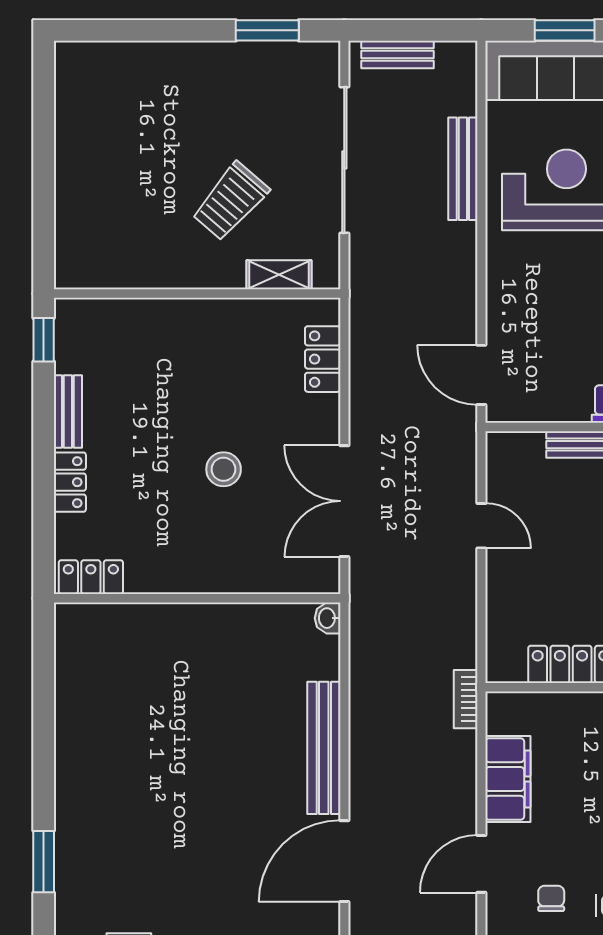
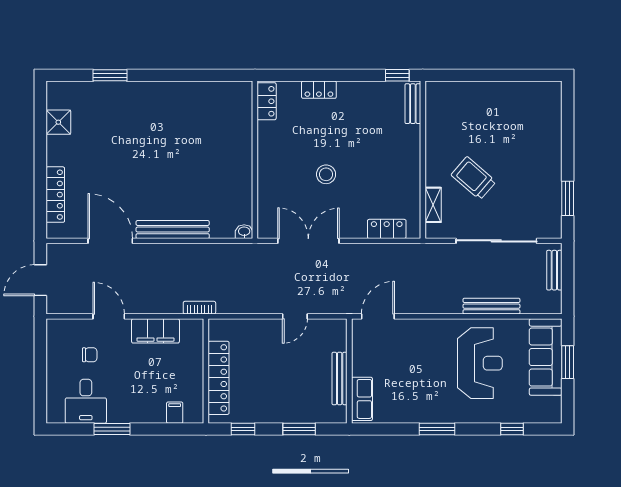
bench: (68, 411) -> (413, 104), moved, turned 90

